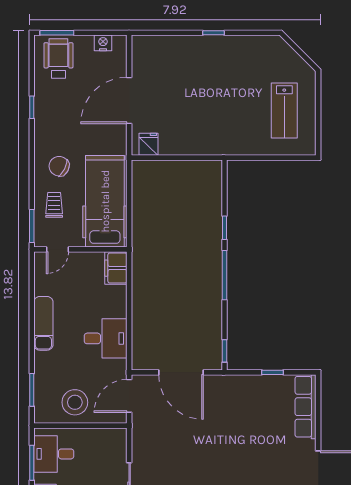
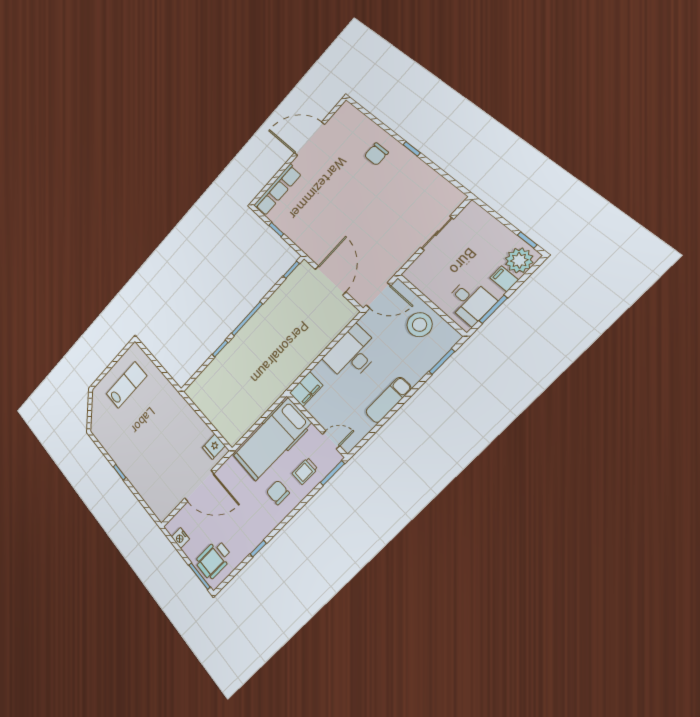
chair: (59, 166) -> (278, 492), turned 153
desk: (106, 338) -> (352, 354), width x1.37

